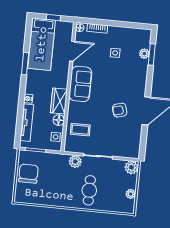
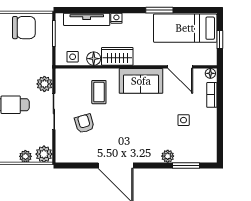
plant: (144, 54) -> (168, 156), moved
armchair: (120, 110) -> (84, 123), moved
coffee table: (80, 130) -> (99, 92), moved
plant: (131, 194) -> (25, 156), moved

